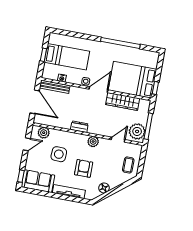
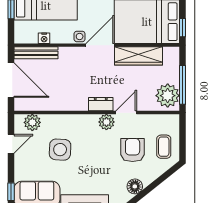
dresser: (79, 127) -> (101, 104), moved
door: (118, 140) -> (126, 113), moved
armchair: (84, 168) -> (133, 150), moved

